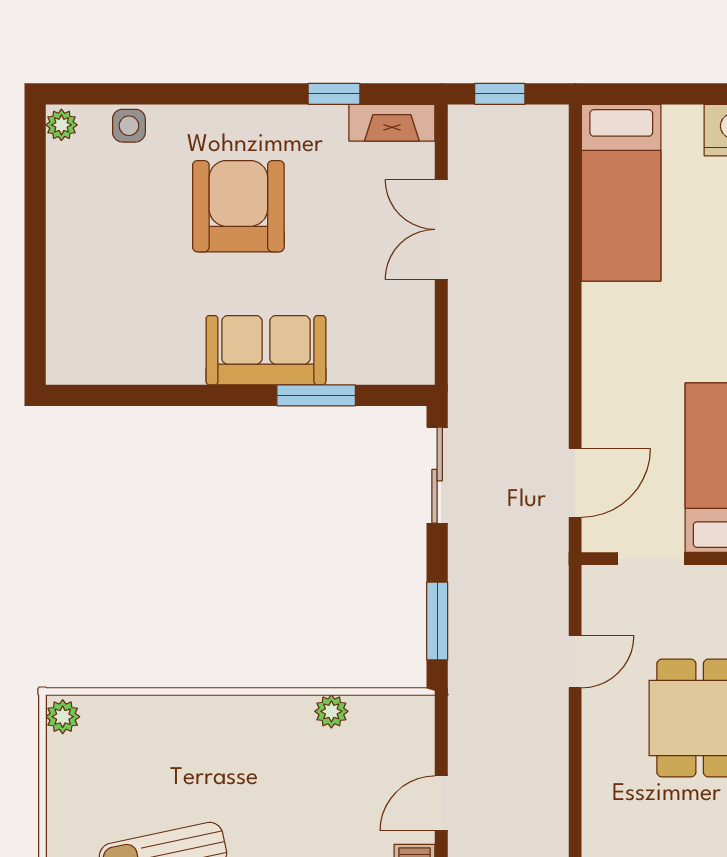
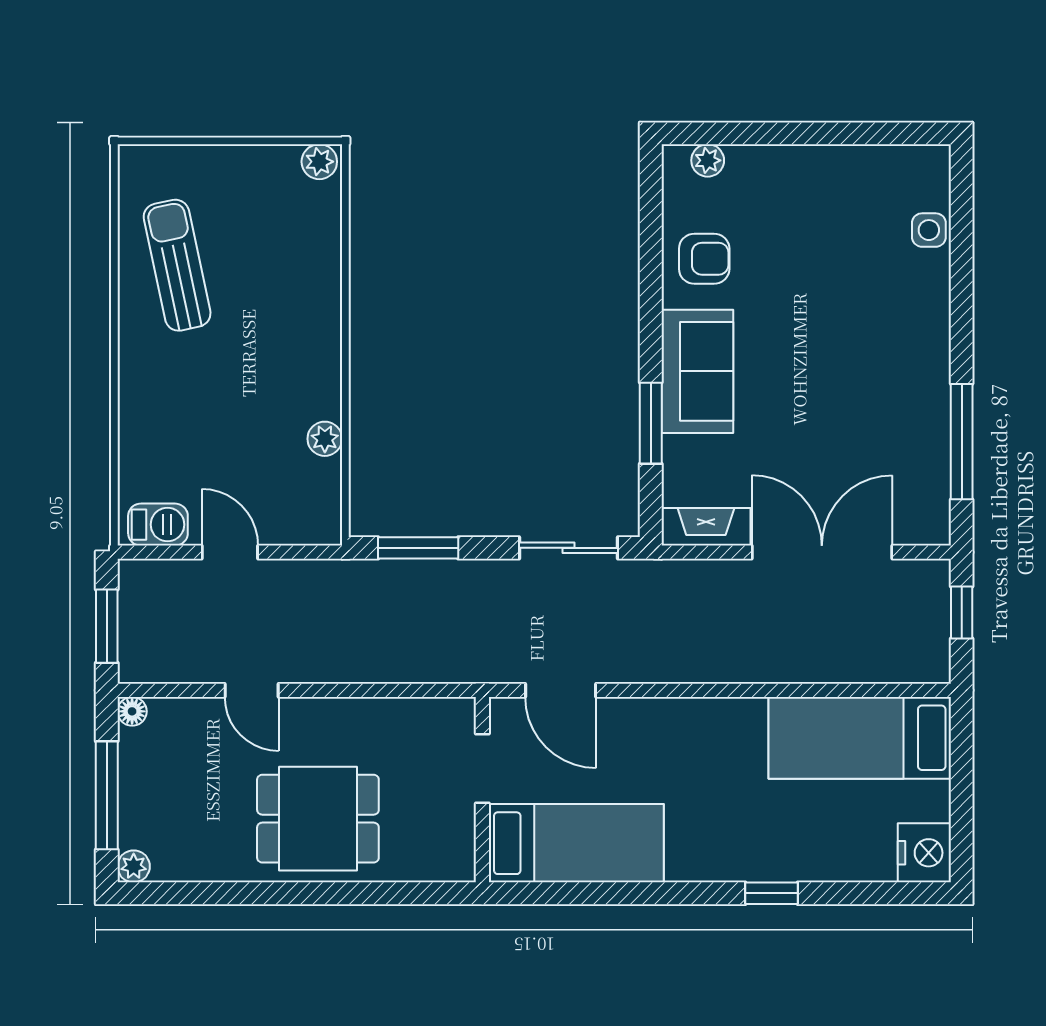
window: (334, 94) -> (962, 442), width x2.17
fireplace: (392, 123) -> (706, 527), moved, turned 90
plant: (61, 125) -> (708, 160), moved
armchair: (238, 206) -> (704, 259), moved, width x0.53, depth x0.53
double door: (441, 229) -> (822, 552), width x1.37
door: (575, 662) -> (252, 690), moved

